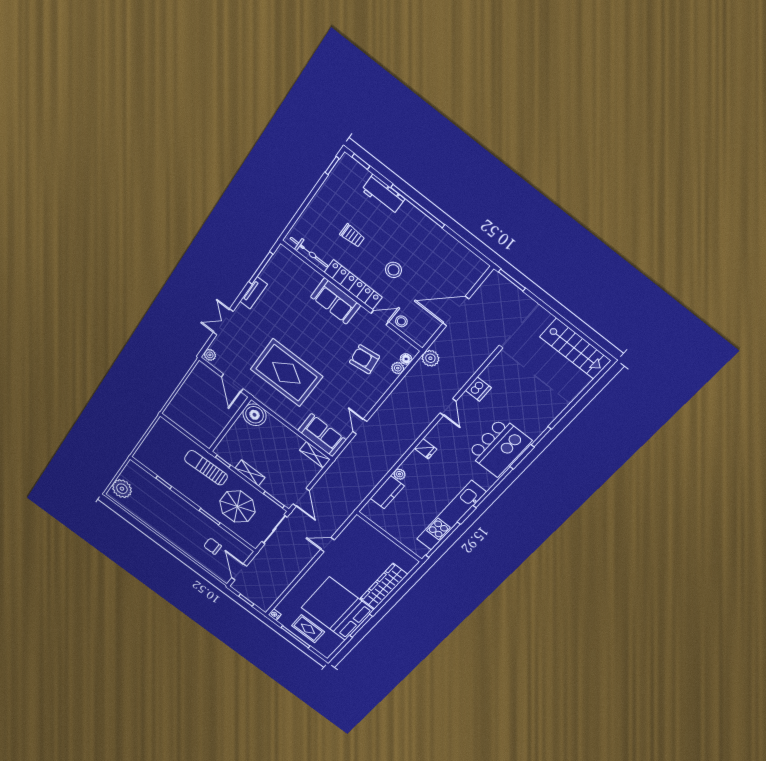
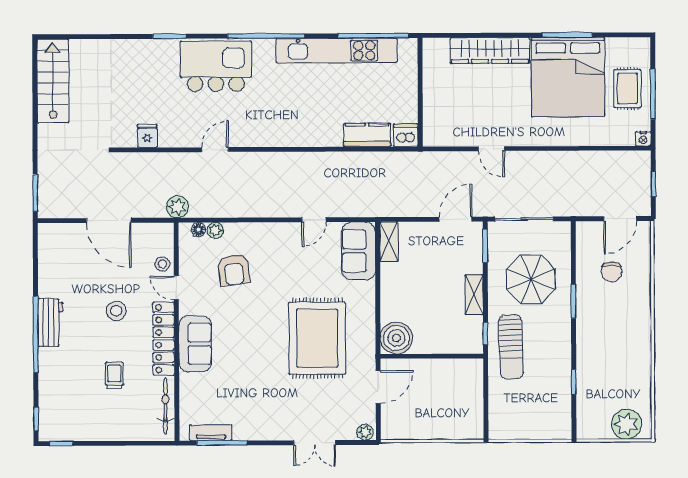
workbench: (383, 195) -> (50, 323), moved
tv unit: (254, 293) -> (211, 433), moved
dishwasher: (478, 389) -> (406, 135), moved
fridge: (426, 449) -> (147, 136), moved
plant: (400, 474) -> (334, 139), removed

